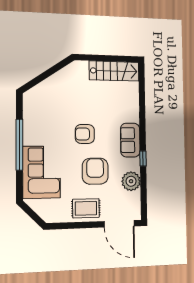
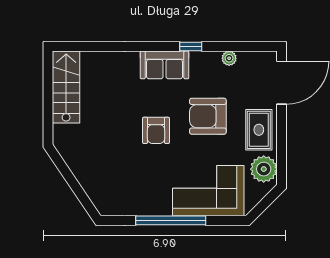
plant: (131, 181) -> (229, 58), width x0.53, depth x0.53
plant: (58, 213) -> (264, 169), added

